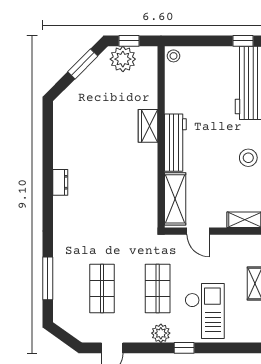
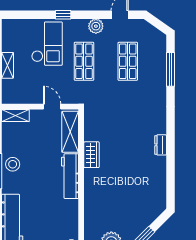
wardrobe: (148, 126) -> (92, 155), moved
checkout: (205, 311) -> (47, 44), turned 180
plant: (161, 333) -> (96, 26), moved

